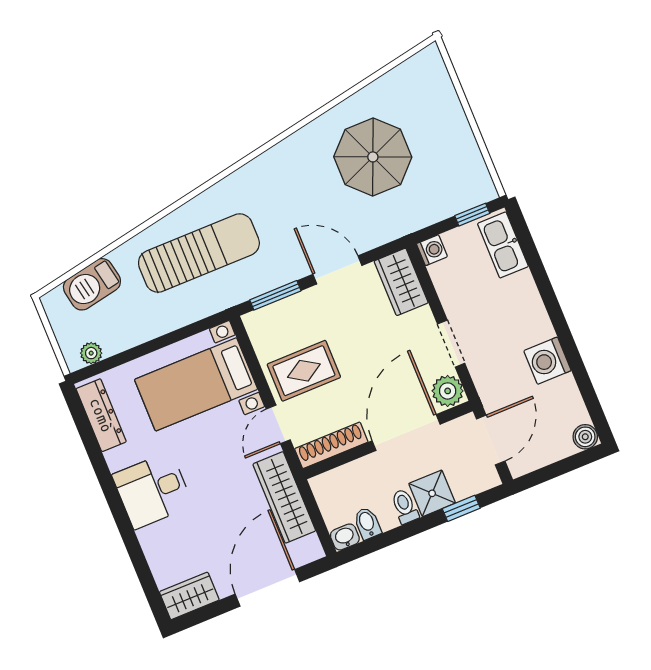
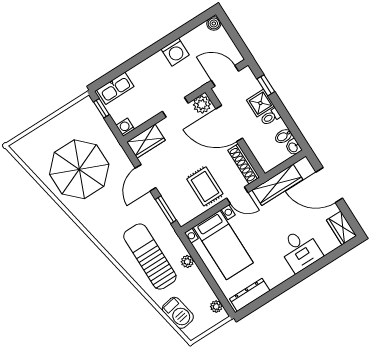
parasol: (373, 157) -> (79, 169), width x1.36, depth x1.36
plant: (178, 317) -> (187, 262), added
desk: (153, 490) -> (300, 250), moved

